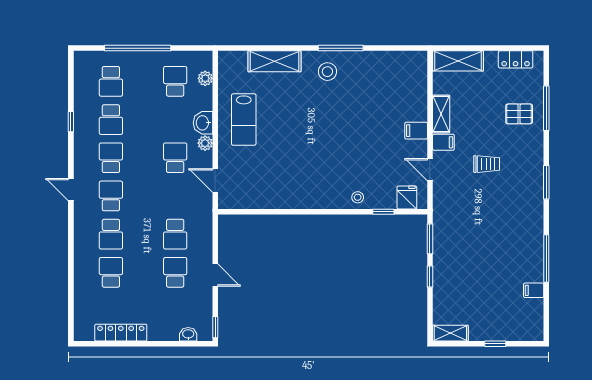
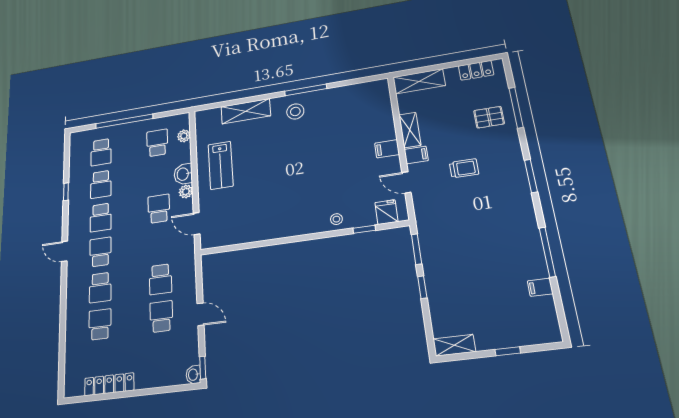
school desk: (111, 158) -> (101, 218), turned 180
washbasin: (188, 334) -> (193, 375), moved, turned -90

